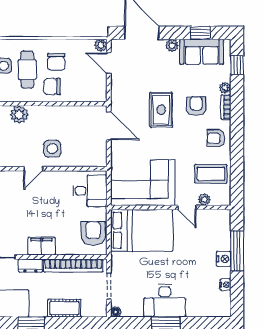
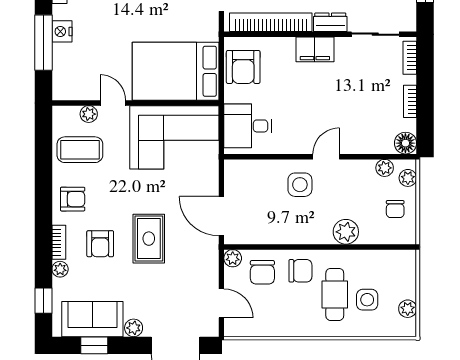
plant: (101, 45) -> (233, 258), moved
chair: (56, 62) -> (262, 272), moved, turned 180

